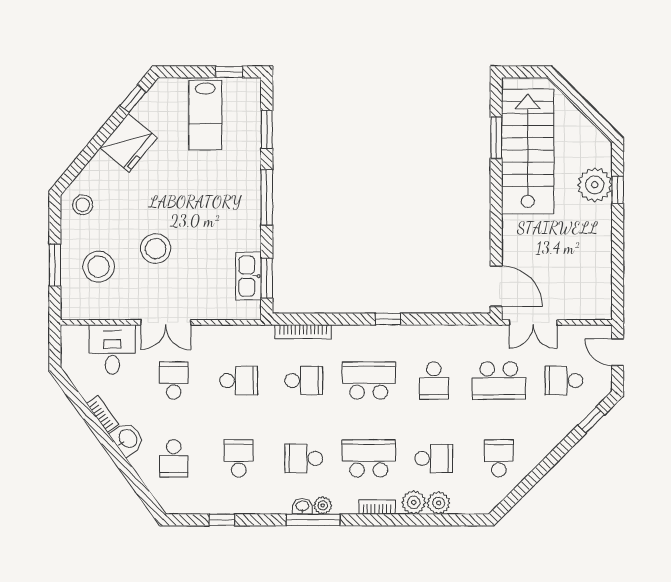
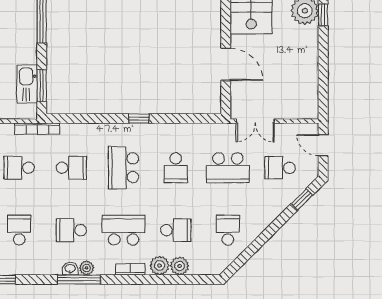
door: (496, 286) -> (226, 64), moved
bookcase: (303, 332) -> (37, 129), moved
school desk: (239, 381) -> (19, 168), turned 180
school desk: (369, 381) -> (124, 168), turned -90

